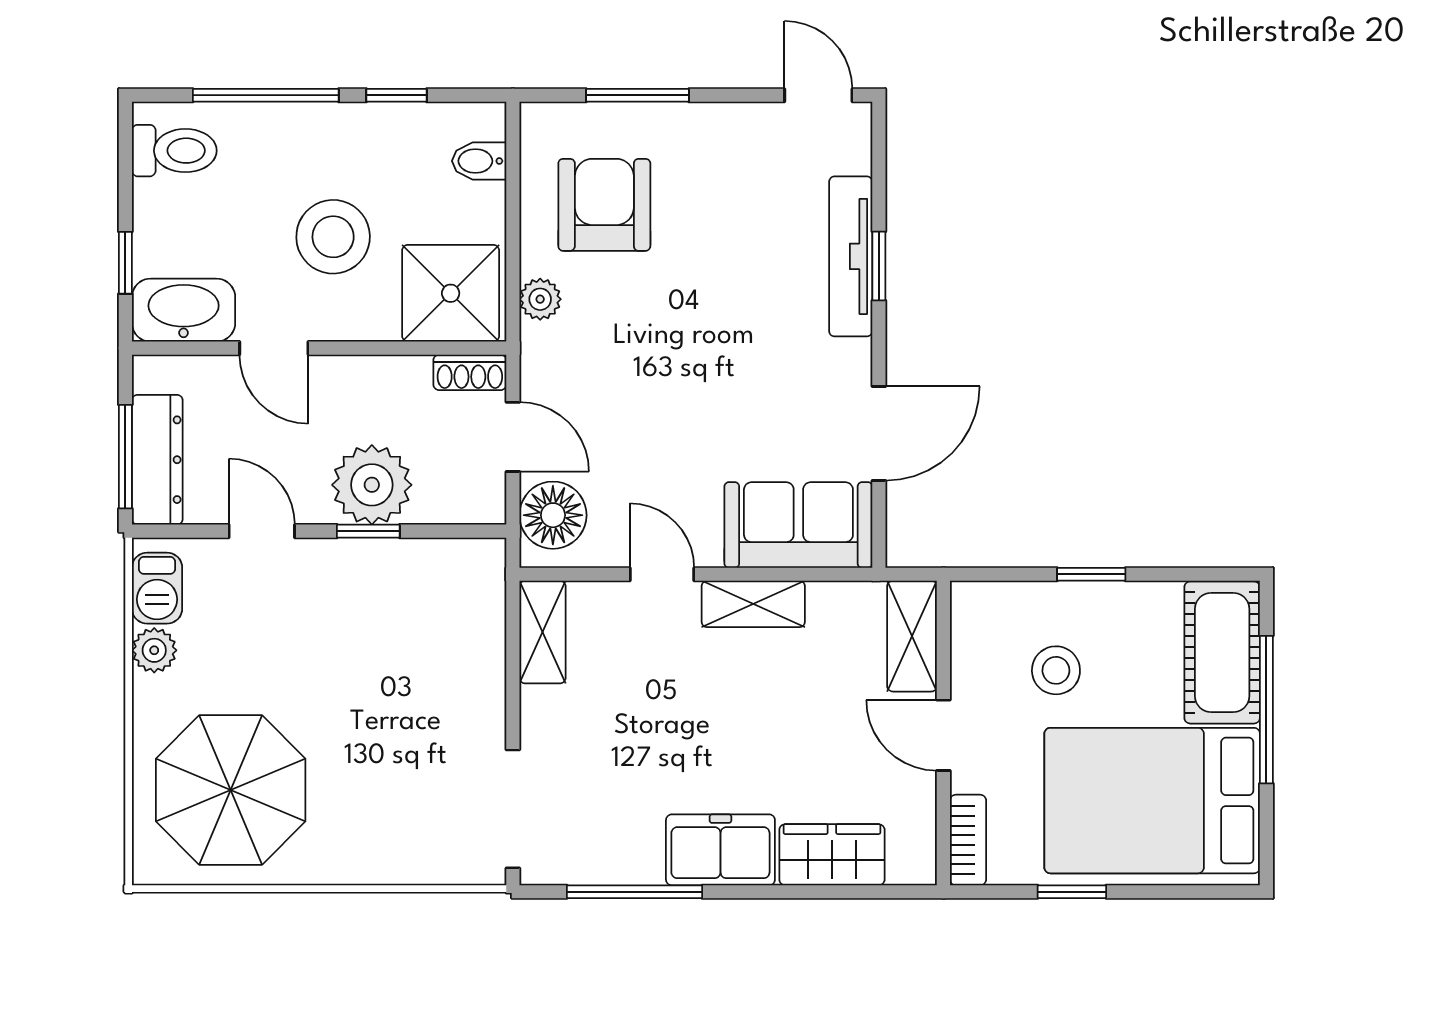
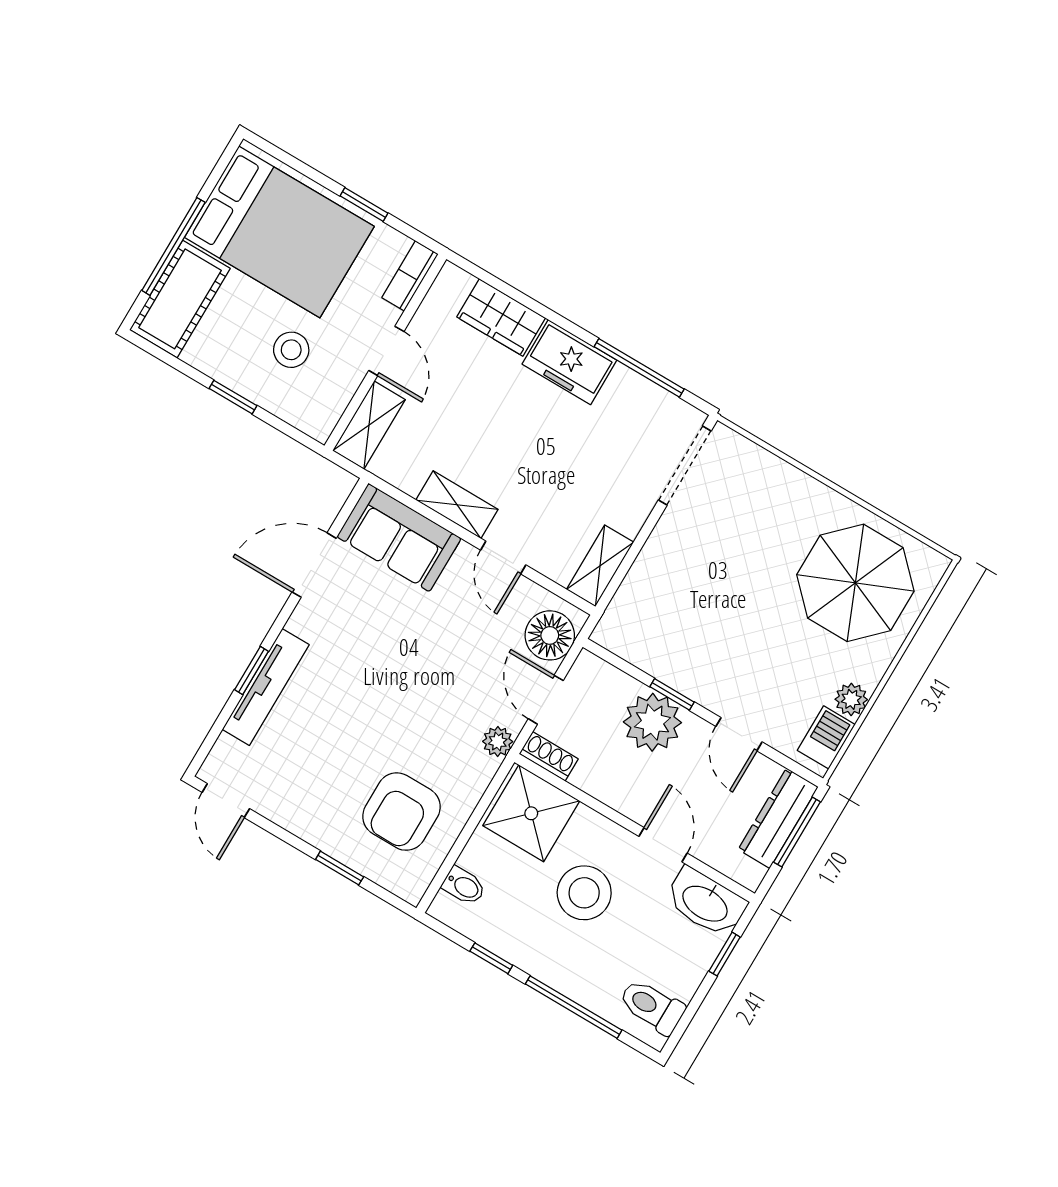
window: (638, 95) -> (340, 868), width x0.67
plant: (540, 299) -> (498, 742), moved

